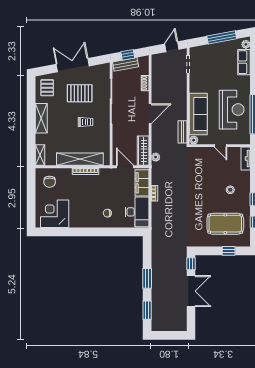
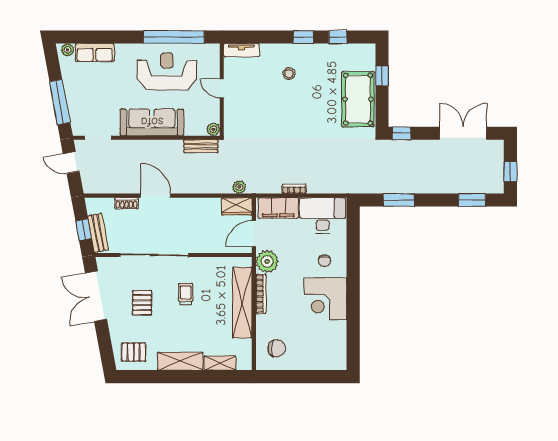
window: (222, 37) -> (60, 102), moved
double door: (73, 65) -> (96, 296), moved
pallet: (80, 93) -> (142, 303), width x0.67, depth x0.71
door: (150, 114) -> (156, 196), moved
sofa: (198, 114) -> (152, 122), moved
door: (221, 146) -> (222, 88), swing flipped
wardrobe: (143, 151) -> (237, 206), width x0.67
shelving: (40, 155) -> (220, 363), moved
plant: (107, 175) -> (267, 261), added
corner desk: (55, 214) -> (325, 299), moved
pool table: (225, 224) -> (358, 99), moved
window: (147, 278) -> (399, 200), moved
double door: (191, 291) -> (463, 133), moved
window: (166, 335) -> (510, 172), added

